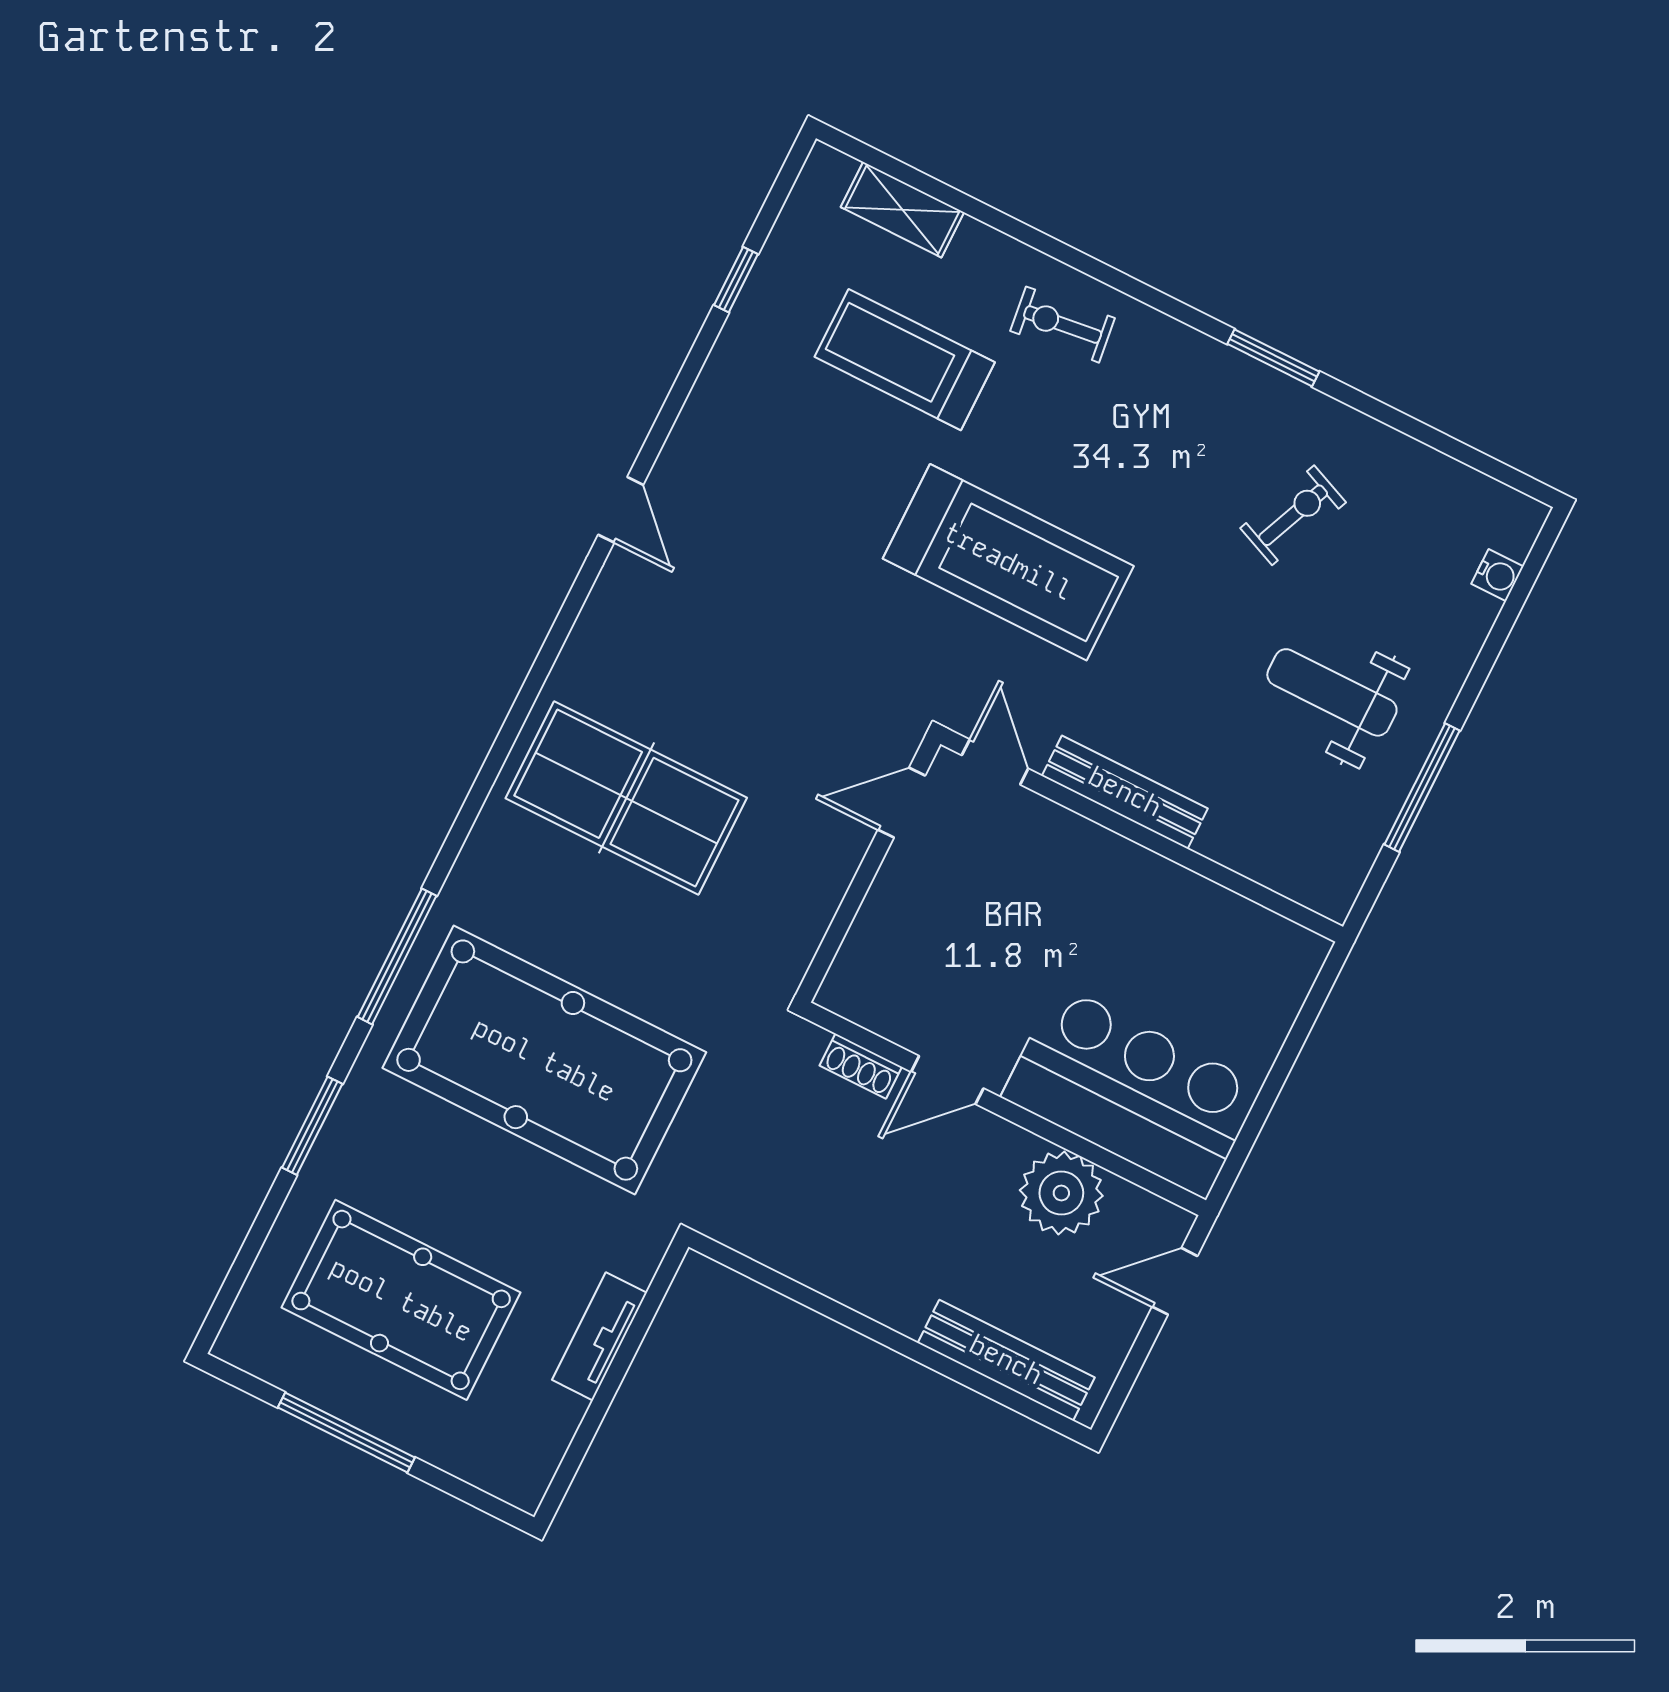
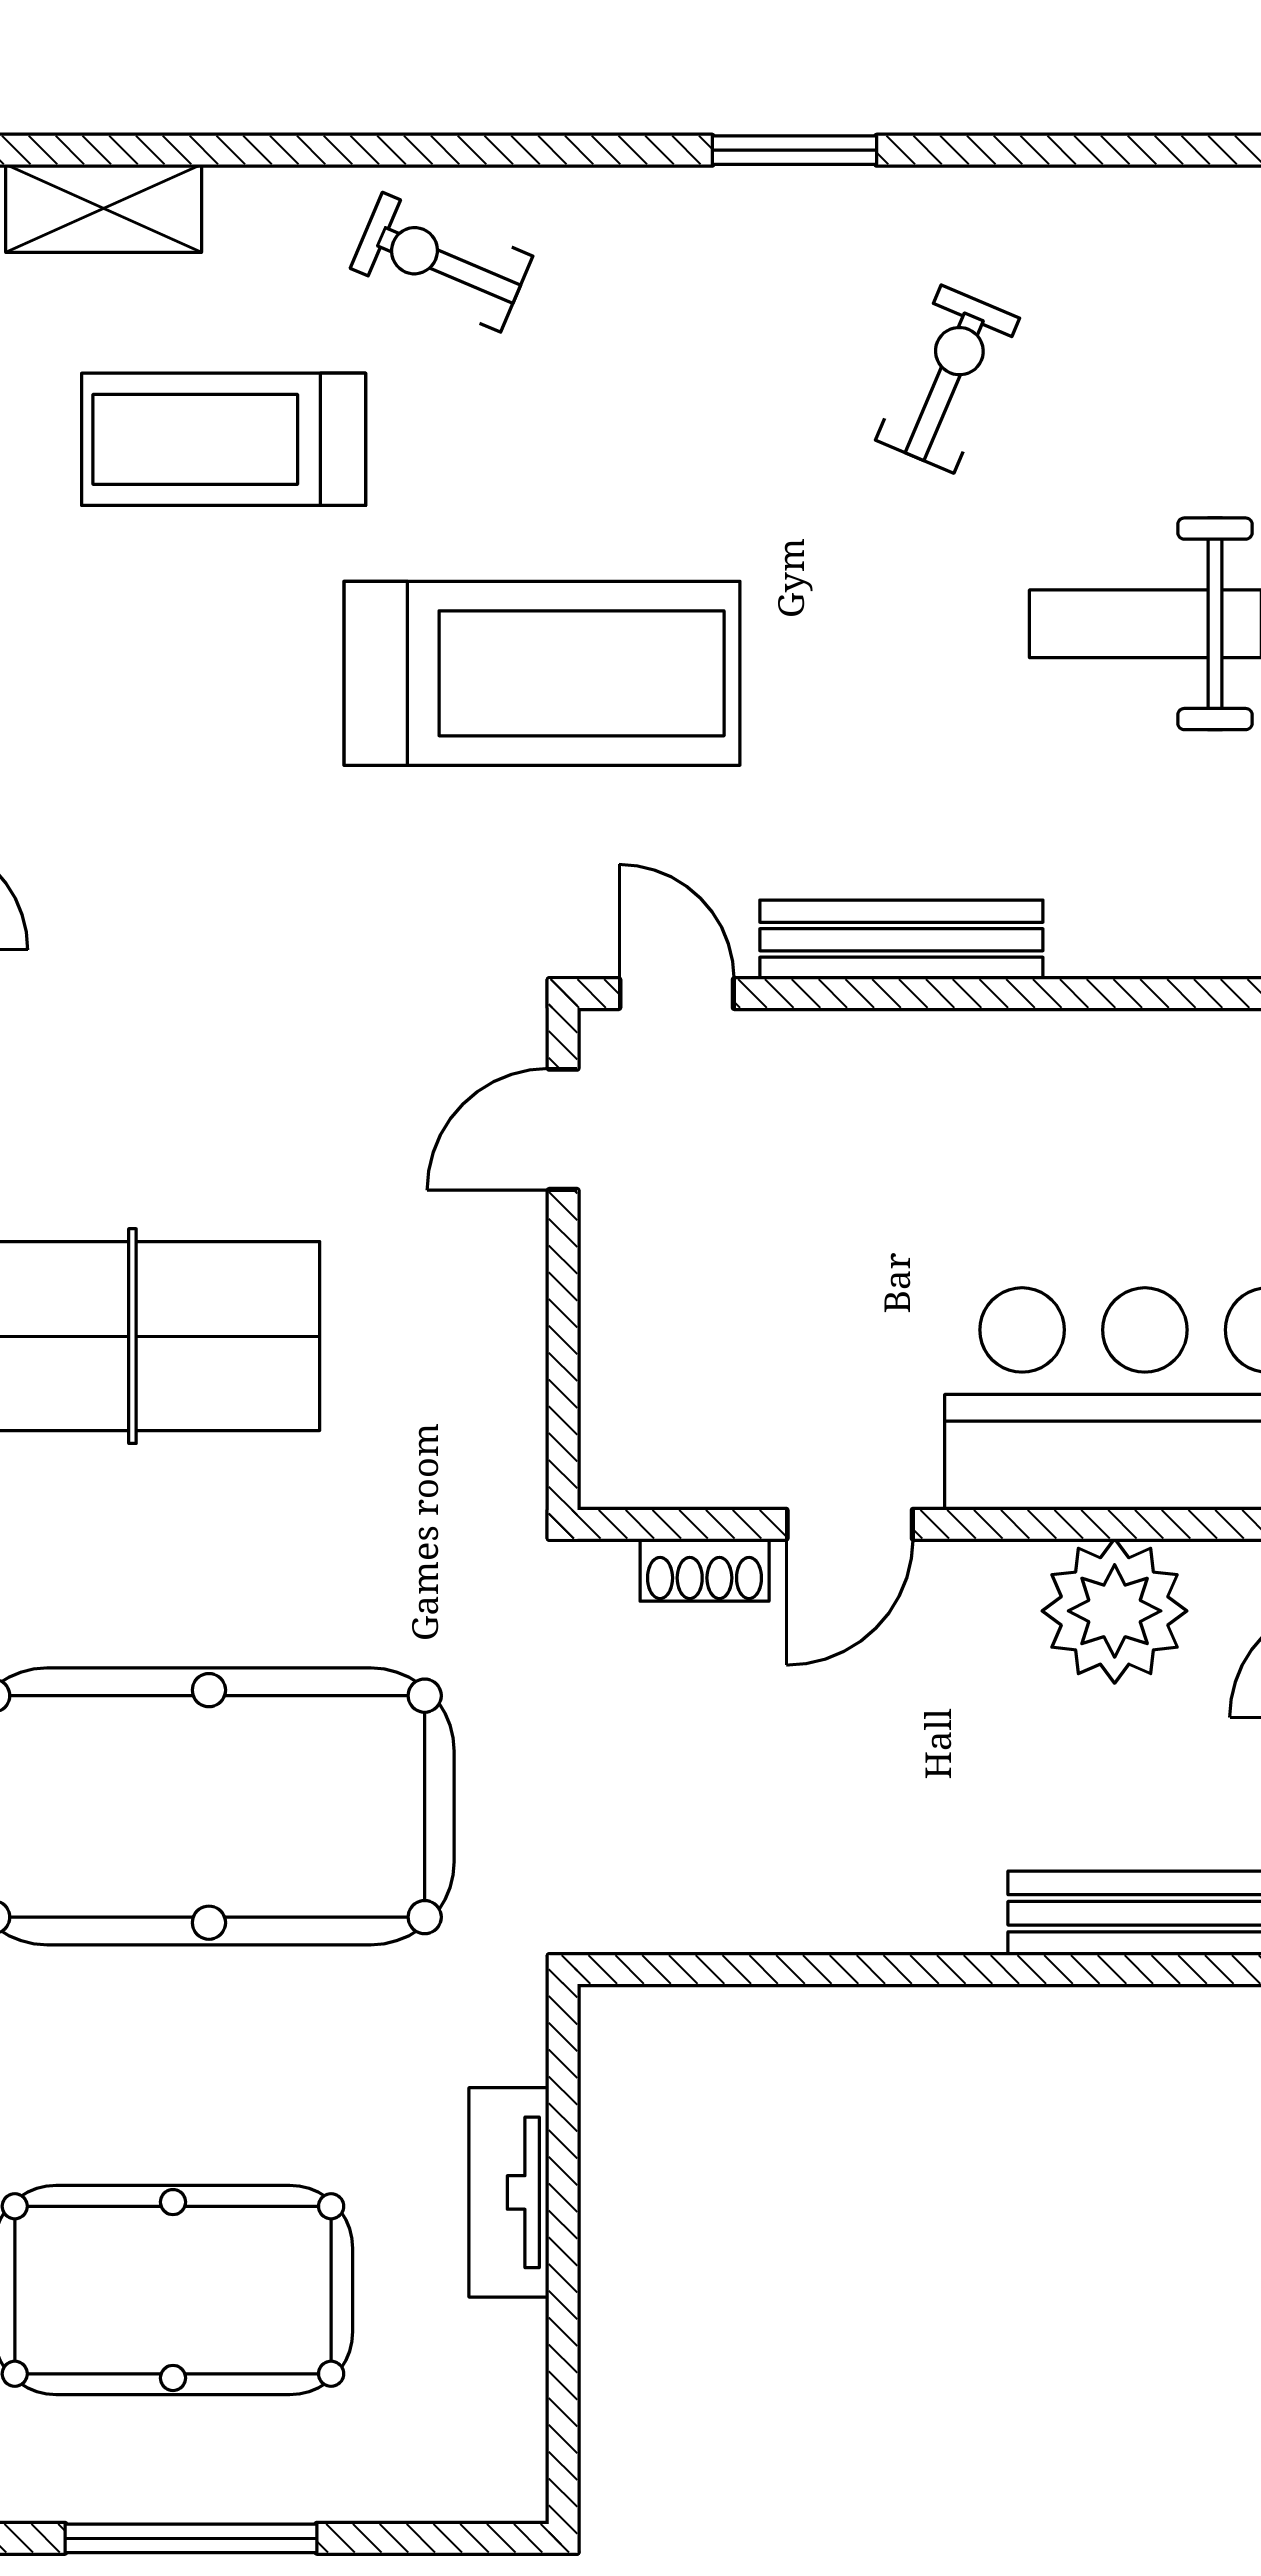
exercise bike: (1063, 325) -> (442, 262), turned 30

